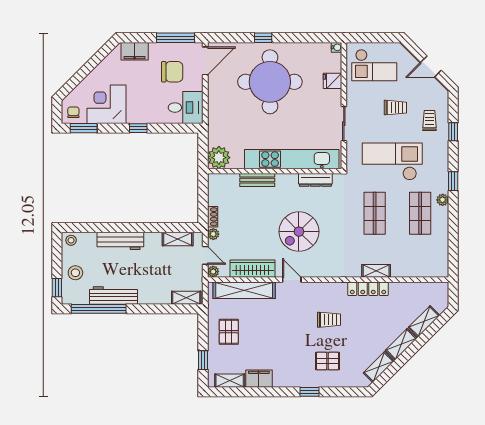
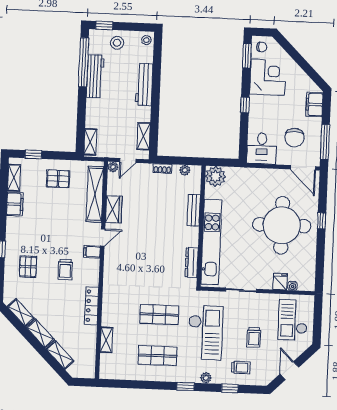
water cooler: (337, 47) -> (293, 286), moved
plant: (443, 200) -> (206, 378), moved
spiral stairs: (299, 232) -> (146, 246), removed
plant: (213, 234) -> (185, 170), moved
wardrobe: (253, 269) -> (114, 209), width x0.67
shelving: (376, 271) -> (106, 340), moved
filing cabinet: (308, 291) -> (92, 252), added

